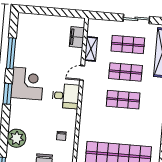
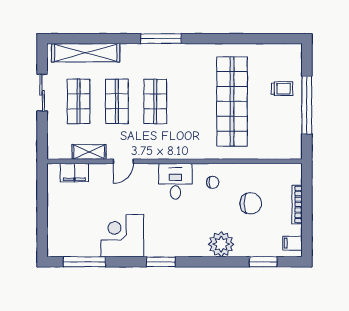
window: (11, 53) -> (84, 262), moved
door: (82, 73) -> (123, 161), hinge flipped
corner desk: (27, 84) -> (122, 236), moved
desk: (66, 96) -> (175, 181), moved

